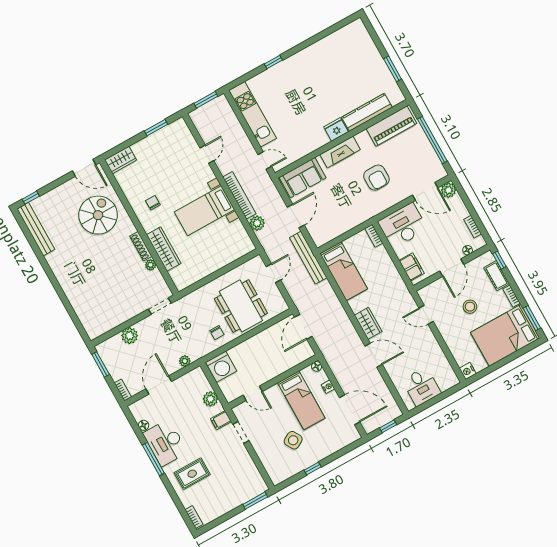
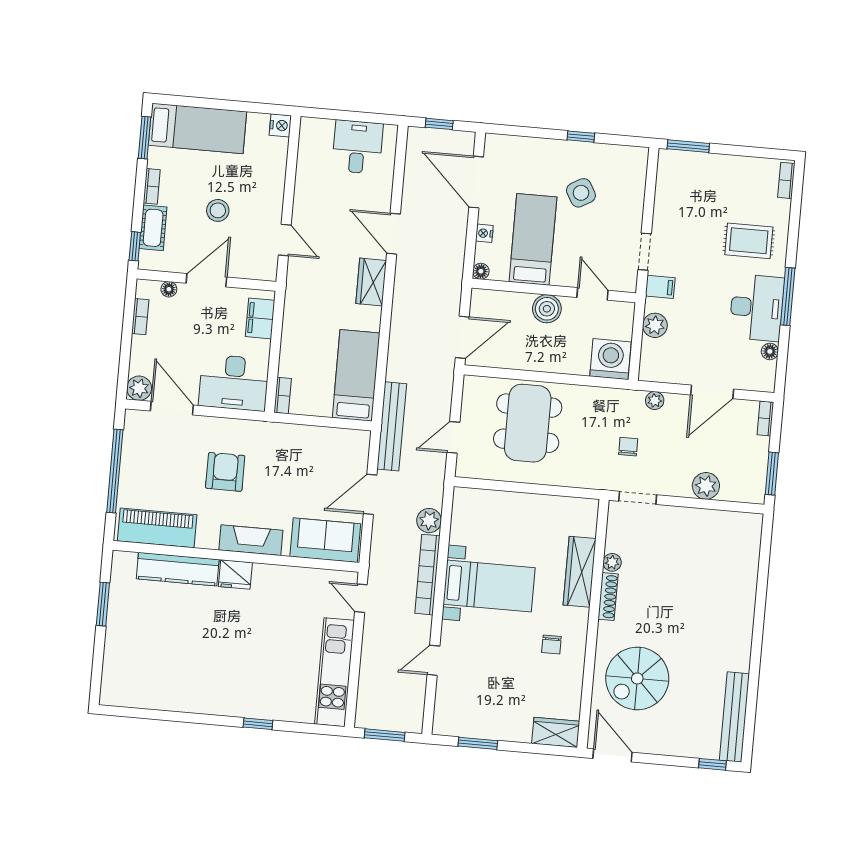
chair: (217, 333) -> (628, 447), moved
bed: (505, 335) -> (198, 128), width x0.67
boiler: (271, 370) -> (547, 309), added

